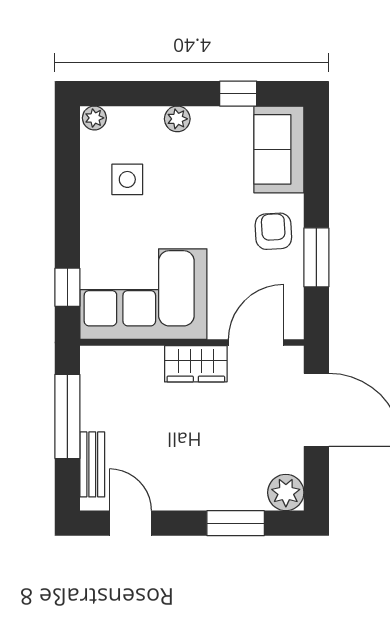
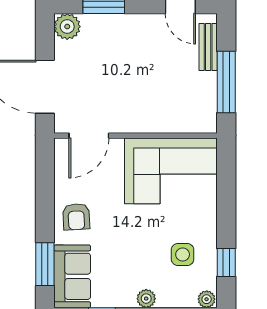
window: (316, 257) -> (45, 264), moved
window: (67, 287) -> (226, 262), moved
wardrobe: (196, 364) -> (133, 120), removed

